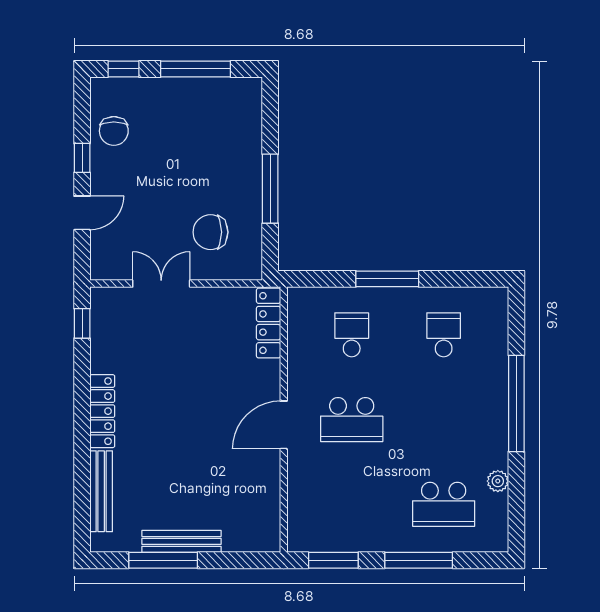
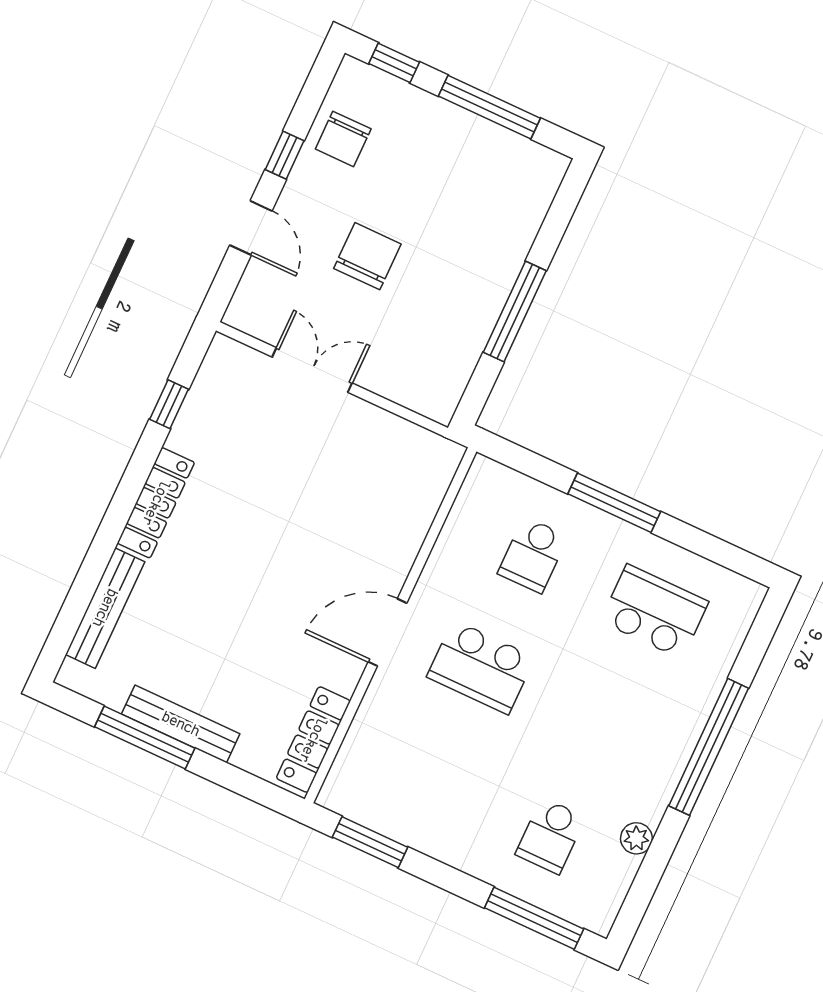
door: (82, 213) -> (251, 228), hinge flipped
chair: (211, 232) -> (367, 256), moved, turned 90
window: (82, 323) -> (169, 404), moved
locker: (268, 323) -> (313, 740), moved
school desk: (352, 335) -> (533, 555), turned 180
school desk: (444, 335) -> (655, 611), width x1.85
school desk: (444, 504) -> (550, 836), width x0.54
window: (419, 560) -> (534, 918), moved

